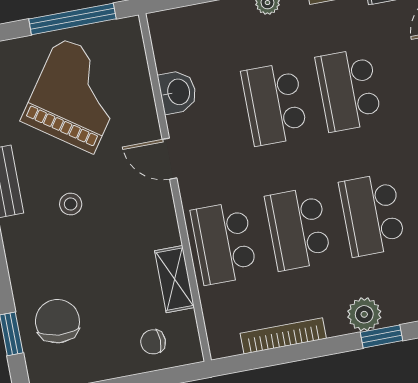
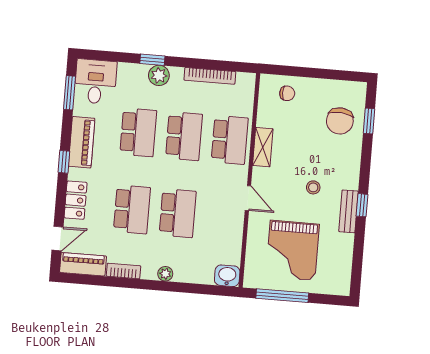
washbasin: (178, 92) -> (227, 276), moved, turned 90
grand piano: (76, 95) -> (293, 250), turned -35
shelving: (174, 279) -> (263, 147), moved

